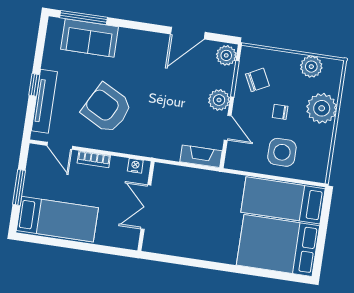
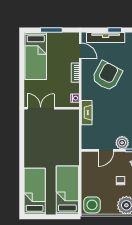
door: (60, 146) -> (80, 51), swing flipped
side table: (282, 152) -> (92, 205), moved
fireplace: (201, 156) -> (87, 113), moved
double door: (146, 207) -> (41, 108), moved
bed: (278, 245) -> (35, 191), width x0.67

